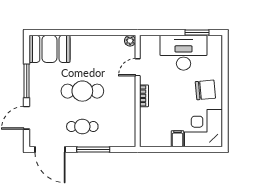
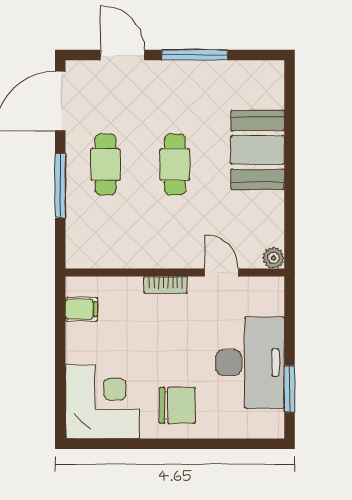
booth: (49, 49) -> (258, 150), moved
chair: (205, 90) -> (177, 405), turned -85
cafe table: (82, 91) -> (175, 164), width x0.73, depth x0.74
filing cabinet: (177, 139) -> (81, 309), moved

